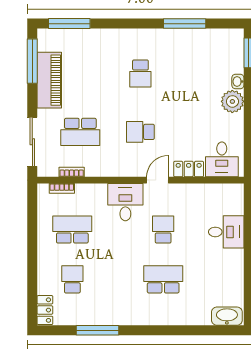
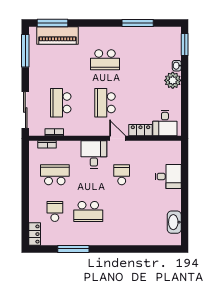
school desk: (140, 73) -> (105, 60), width x1.85
piano: (49, 80) -> (58, 35), moved, turned 90
school desk: (80, 132) -> (61, 103), turned 90
school desk: (140, 132) -> (105, 103), width x1.85
door: (158, 180) -> (118, 138), hinge flipped
school desk: (163, 279) -> (88, 211), moved, turned 180
washbasin: (227, 316) -> (174, 222), moved, turned -90

